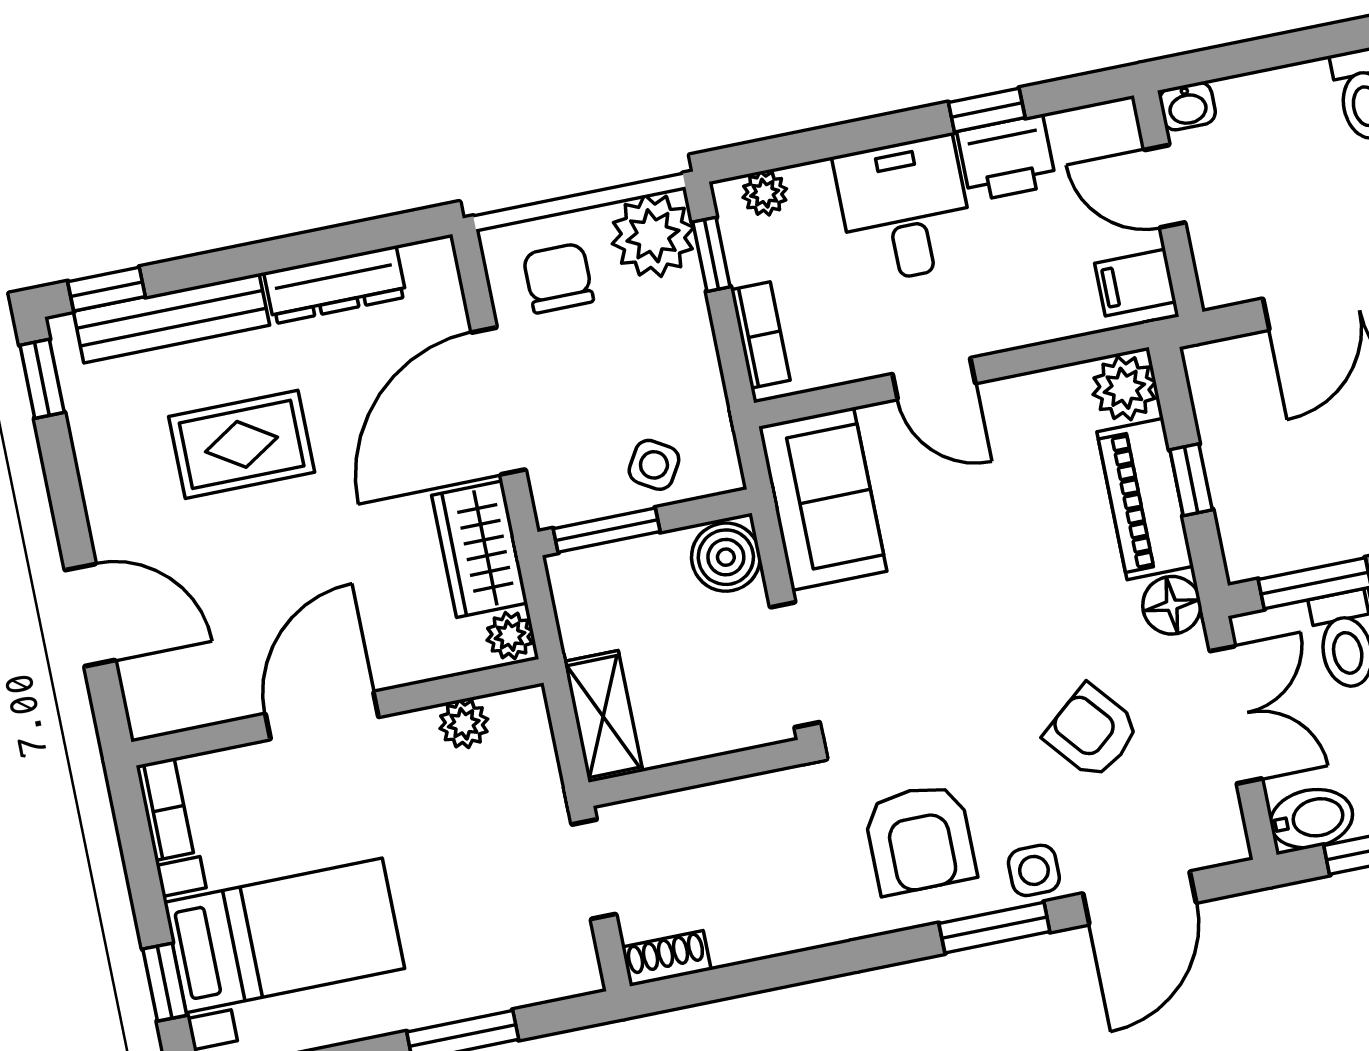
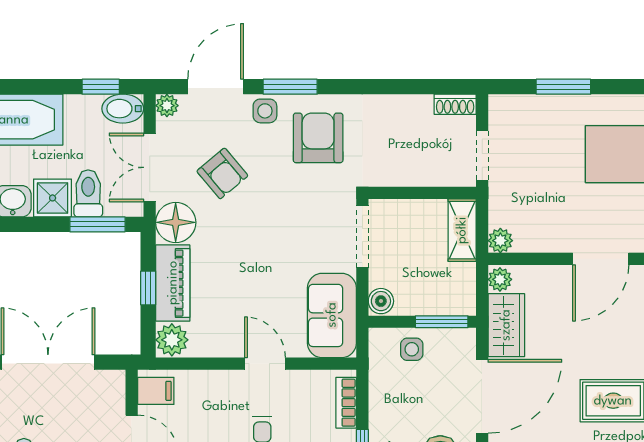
side table: (654, 465) -> (412, 349), turned -31
boiler: (726, 557) -> (381, 301), width x0.73, depth x0.73
floor lamp: (1172, 605) -> (176, 222), width x1.38, depth x1.38
plant: (464, 724) -> (500, 241), moved
plant: (1227, 842) -> (167, 106), added

